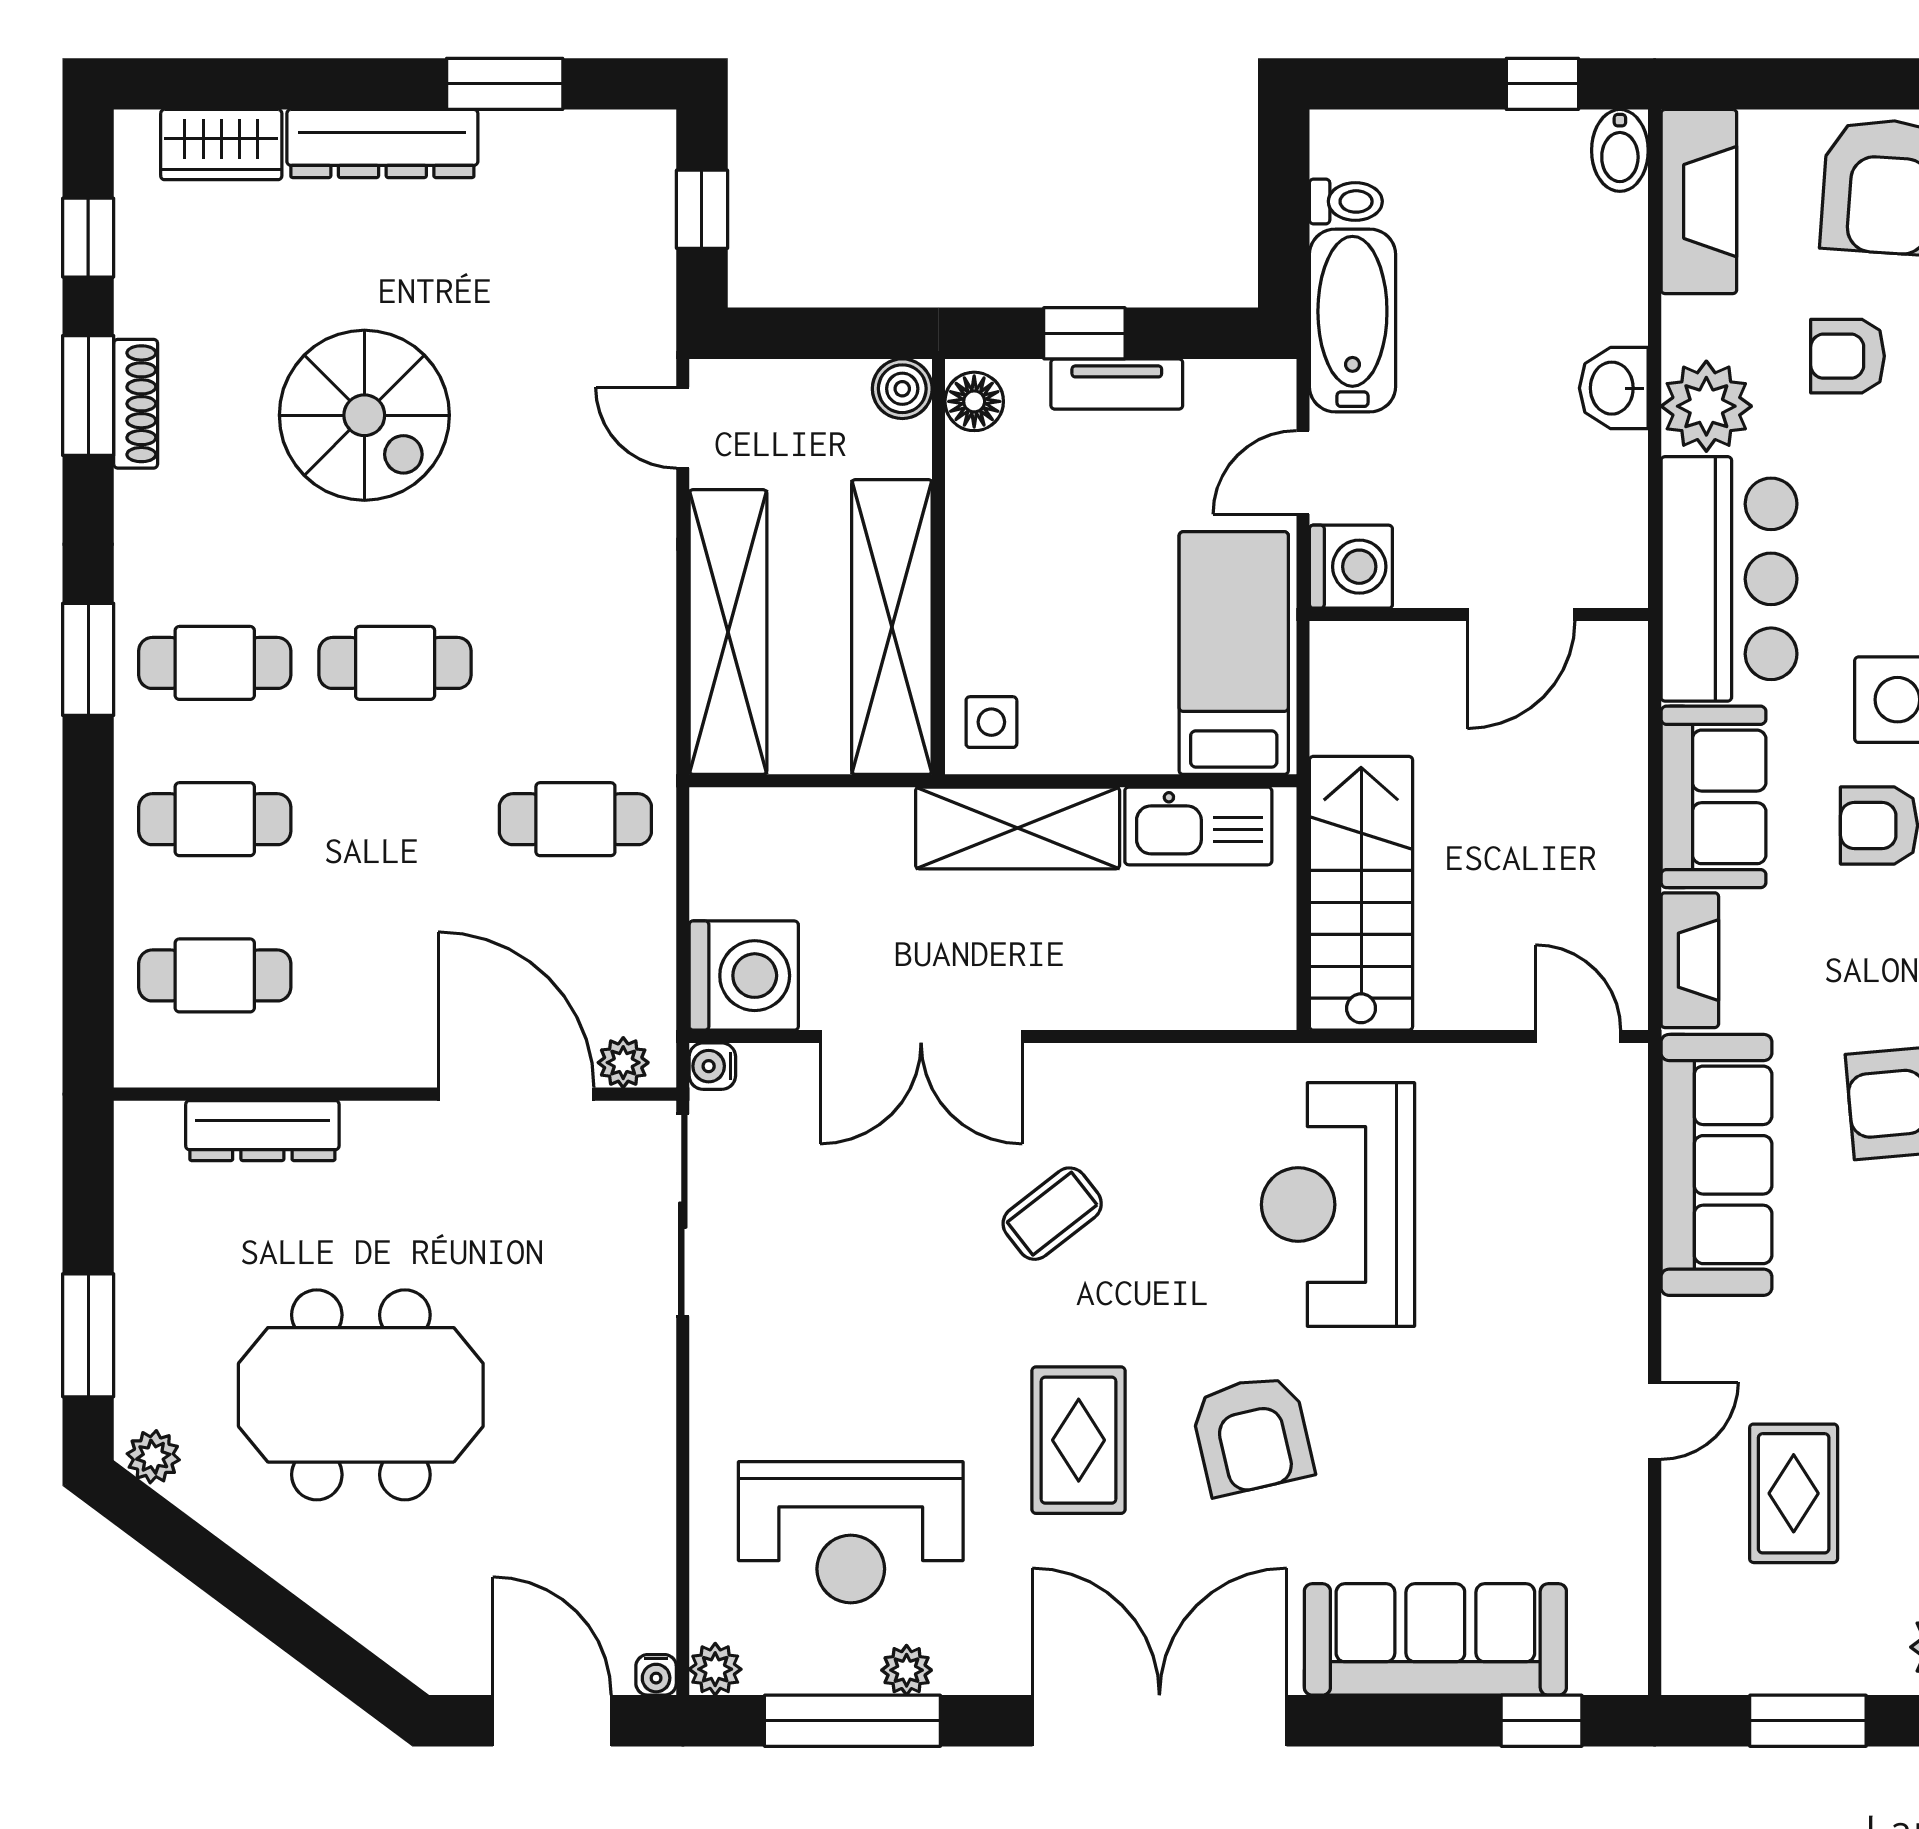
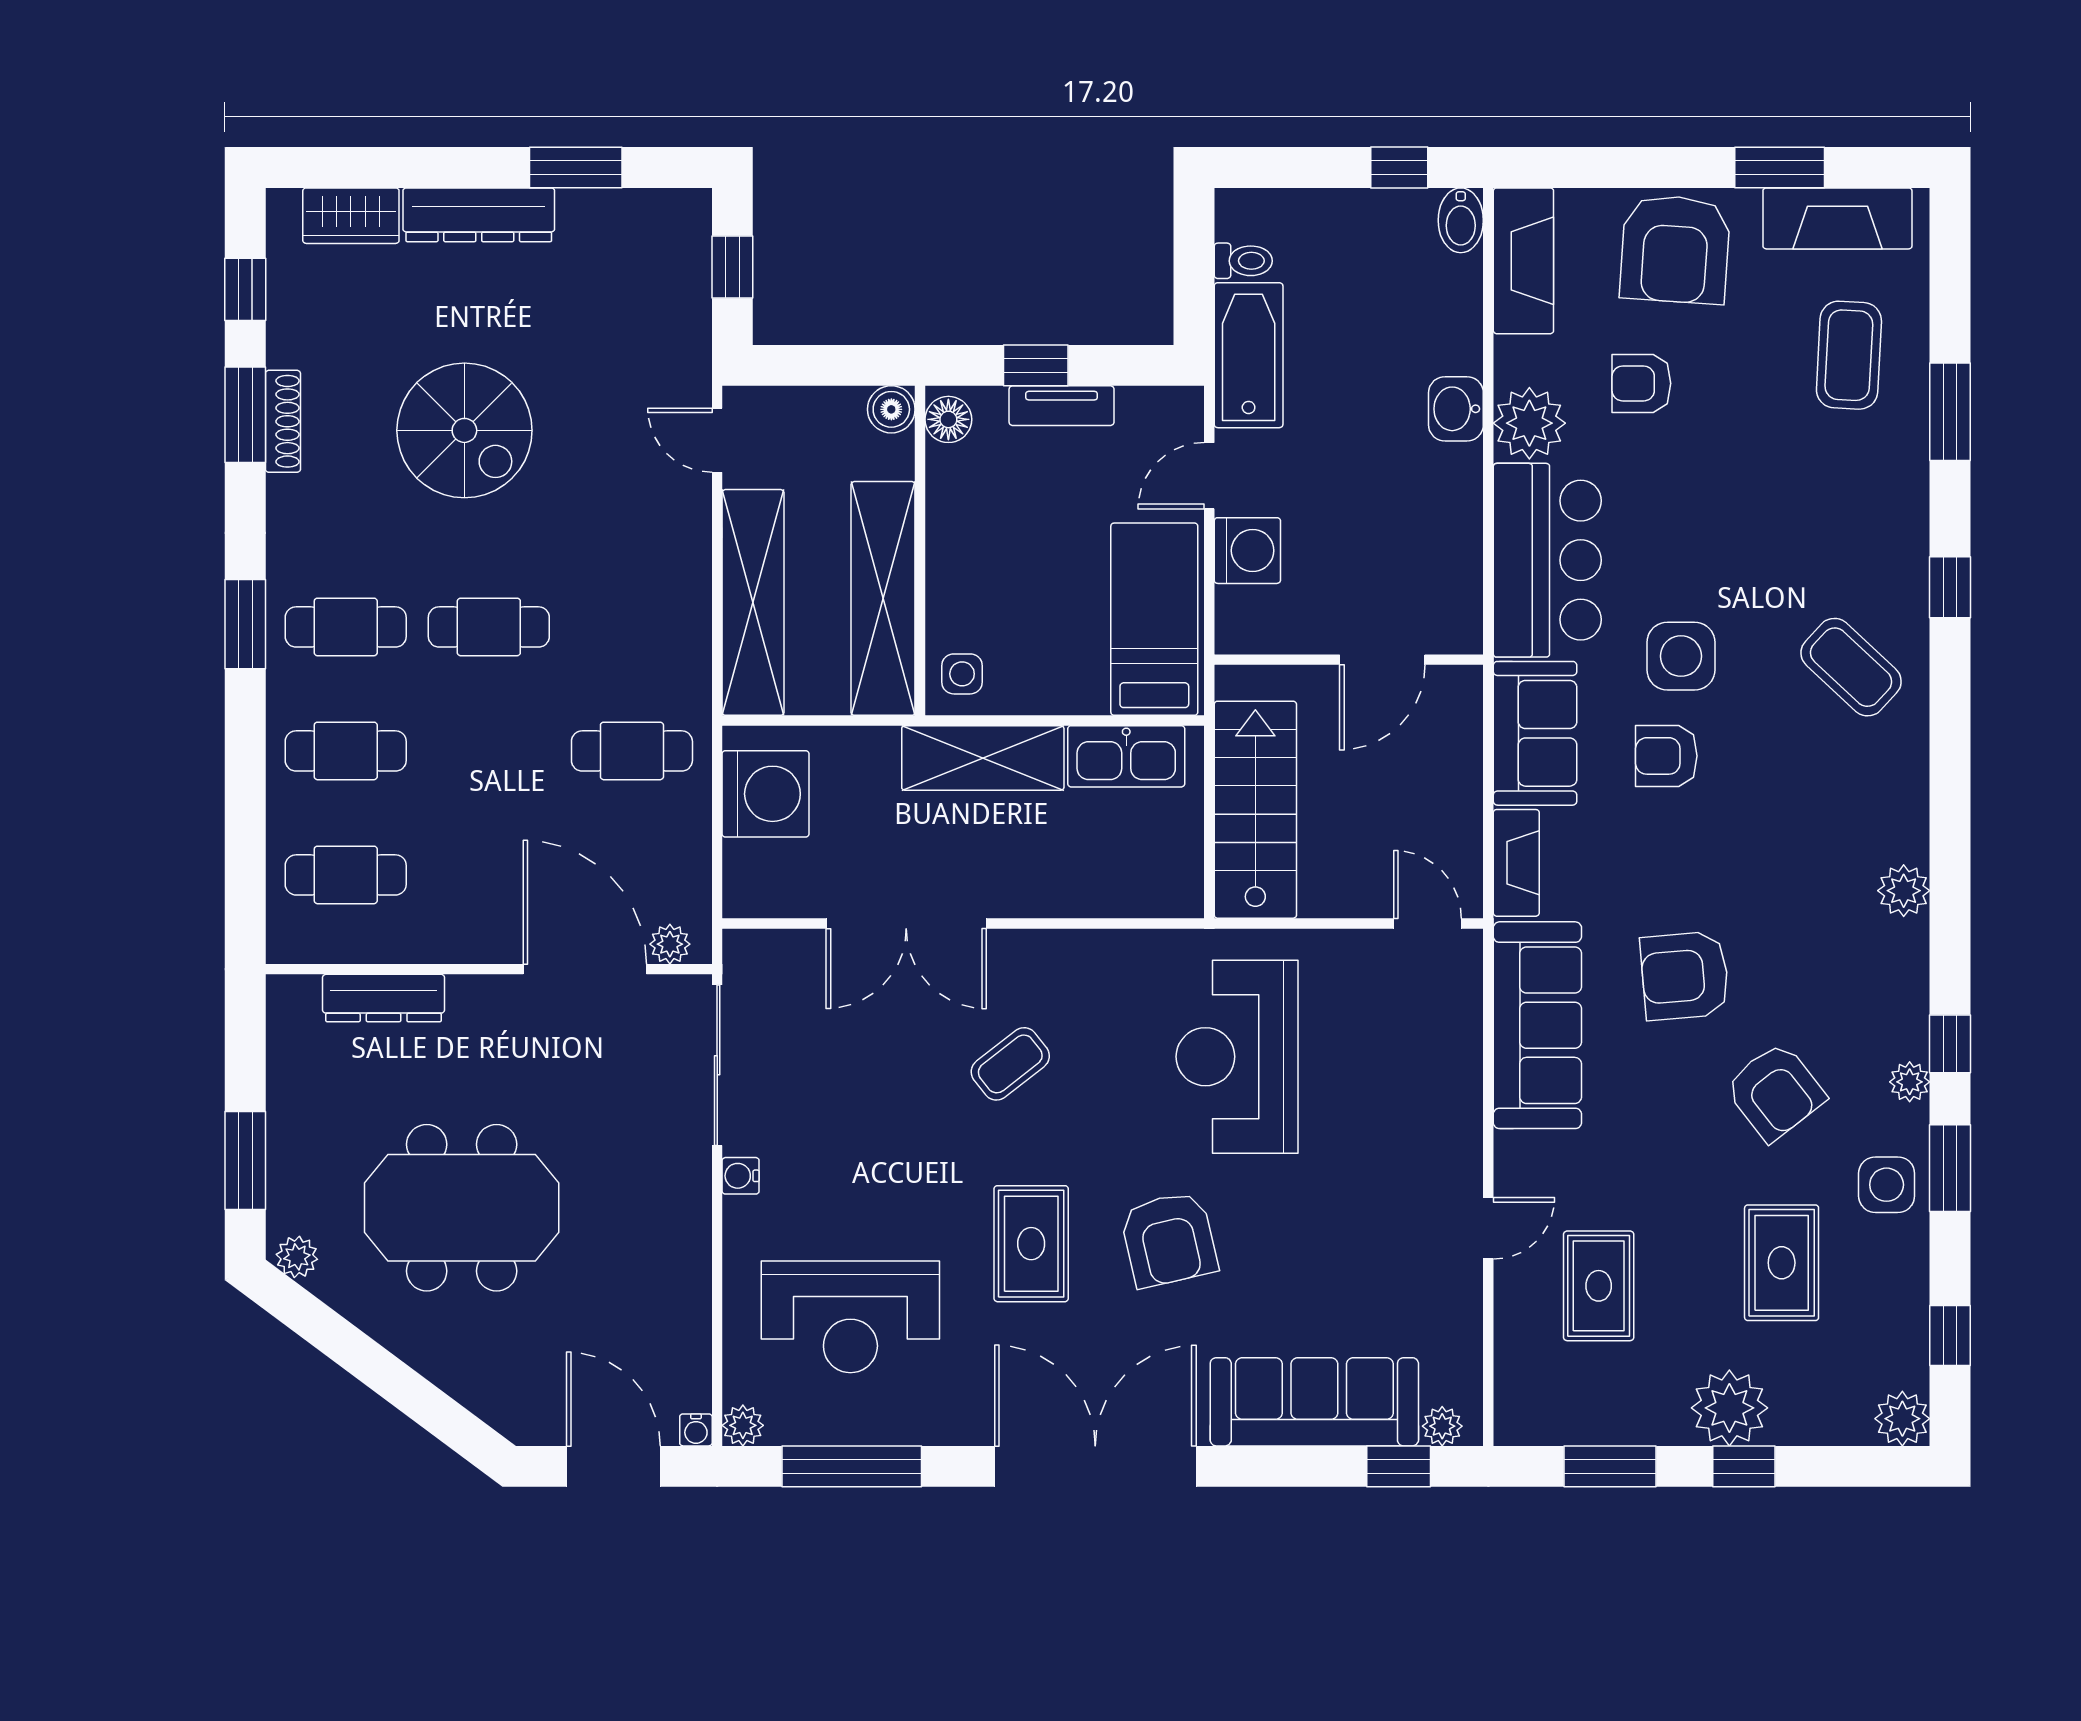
wall: (1479, 615) -> (1349, 660), moved
door: (1521, 615) -> (1382, 660), moved
washing machine: (744, 976) -> (766, 794), moved
water cooler: (712, 1066) -> (741, 1176), moved
plant: (907, 1670) -> (1442, 1426), moved

